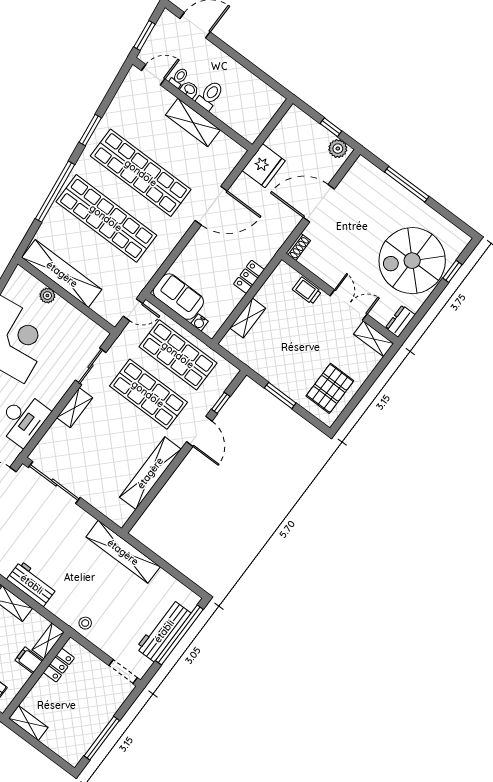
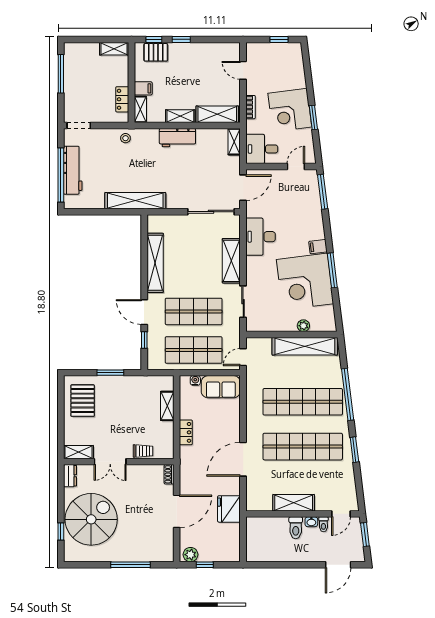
shelving: (75, 408) -> (231, 261), width x1.50, depth x1.33

